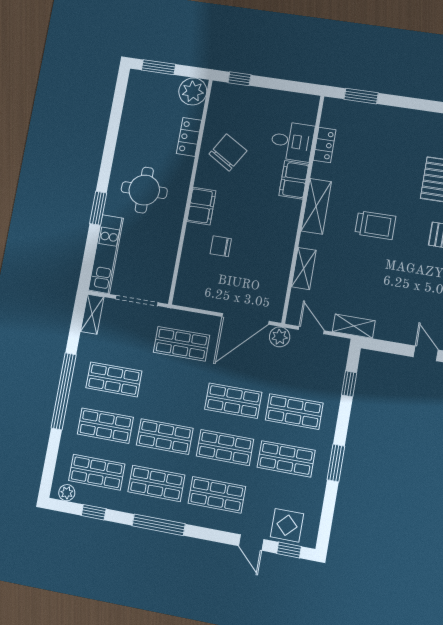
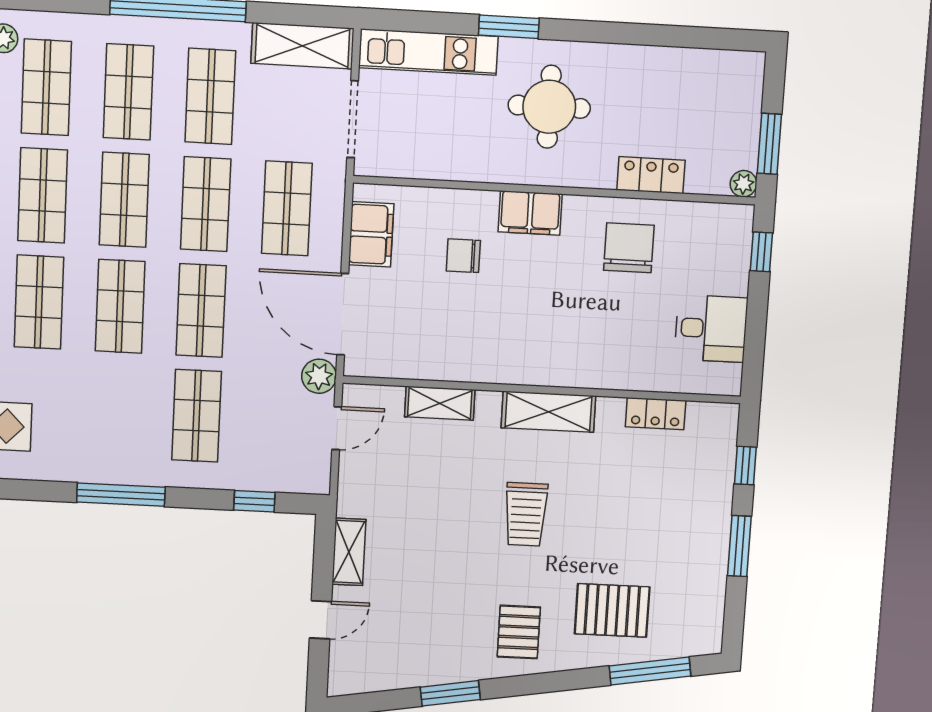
window: (159, 67) -> (769, 144), moved
plant: (193, 91) -> (743, 184), width x0.53, depth x0.53
window: (361, 96) -> (745, 465), width x0.67
window: (408, 103) -> (739, 546), added
desk: (292, 141) -> (711, 328), moved, turned -90
chair: (228, 152) -> (629, 248), turned -121
filing cabinet: (294, 180) -> (371, 234), moved, turned 90
chair: (221, 246) -> (463, 256), turned -90
shelving: (92, 314) -> (302, 46), width x1.50, depth x1.33
shelving: (354, 326) -> (349, 552), moved
shop shelf: (286, 459) -> (206, 204), moved
window: (336, 463) -> (121, 495), width x1.44

